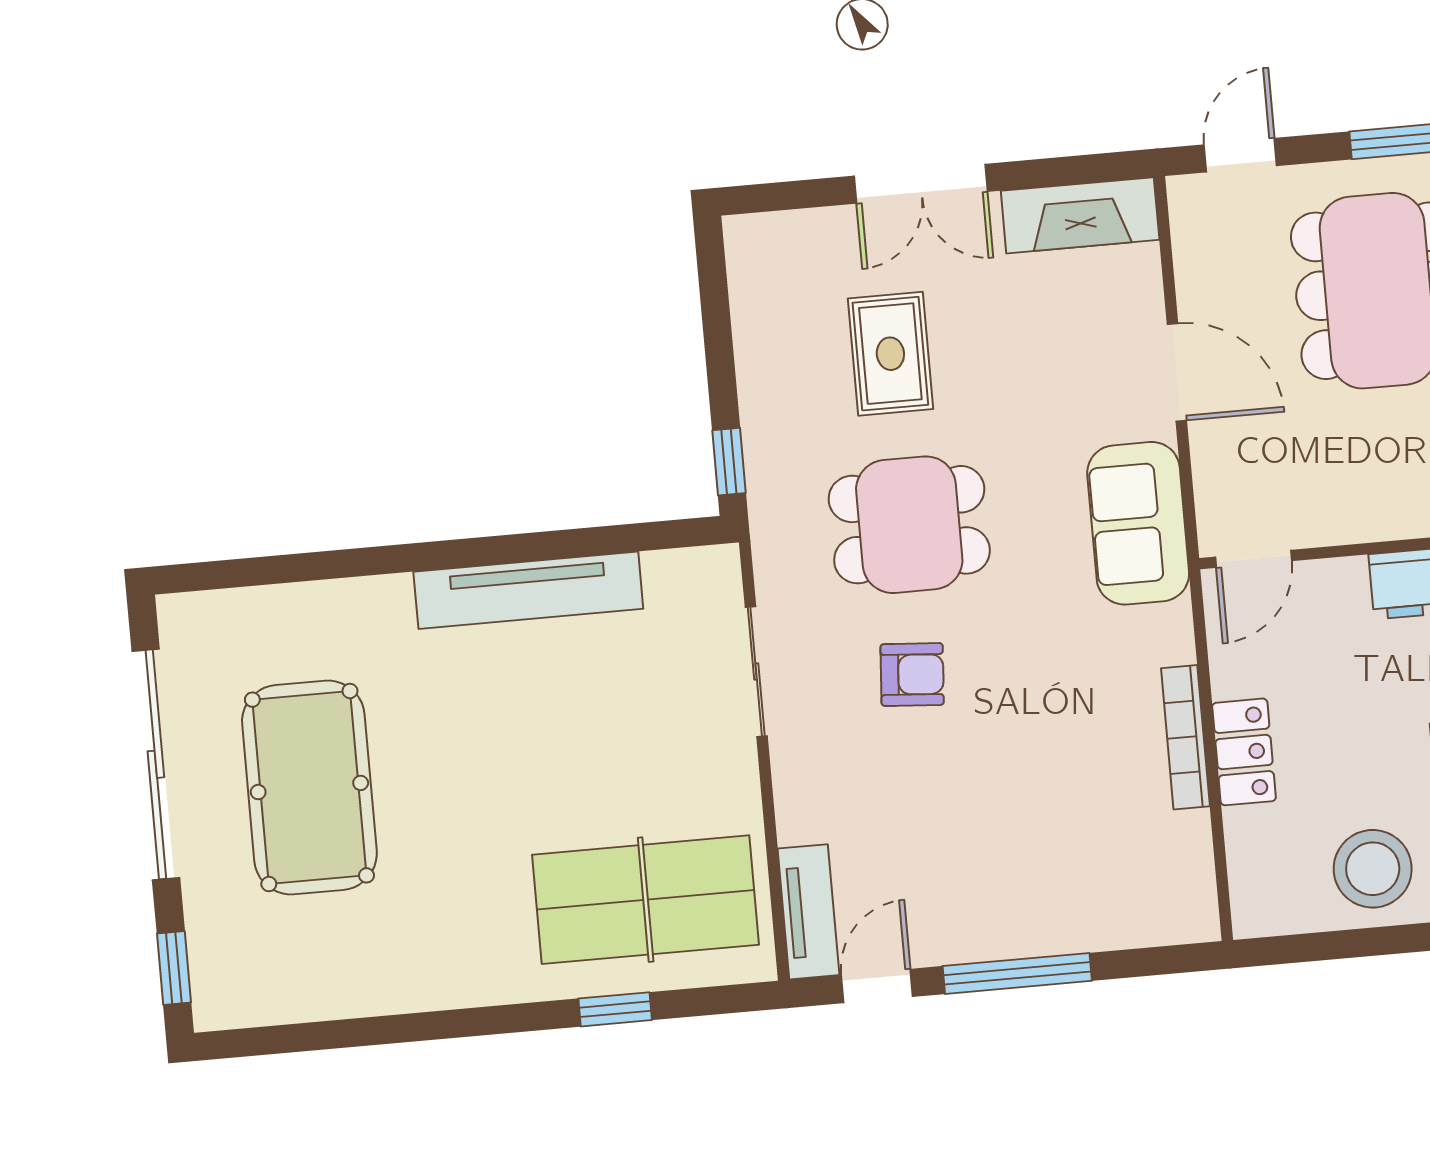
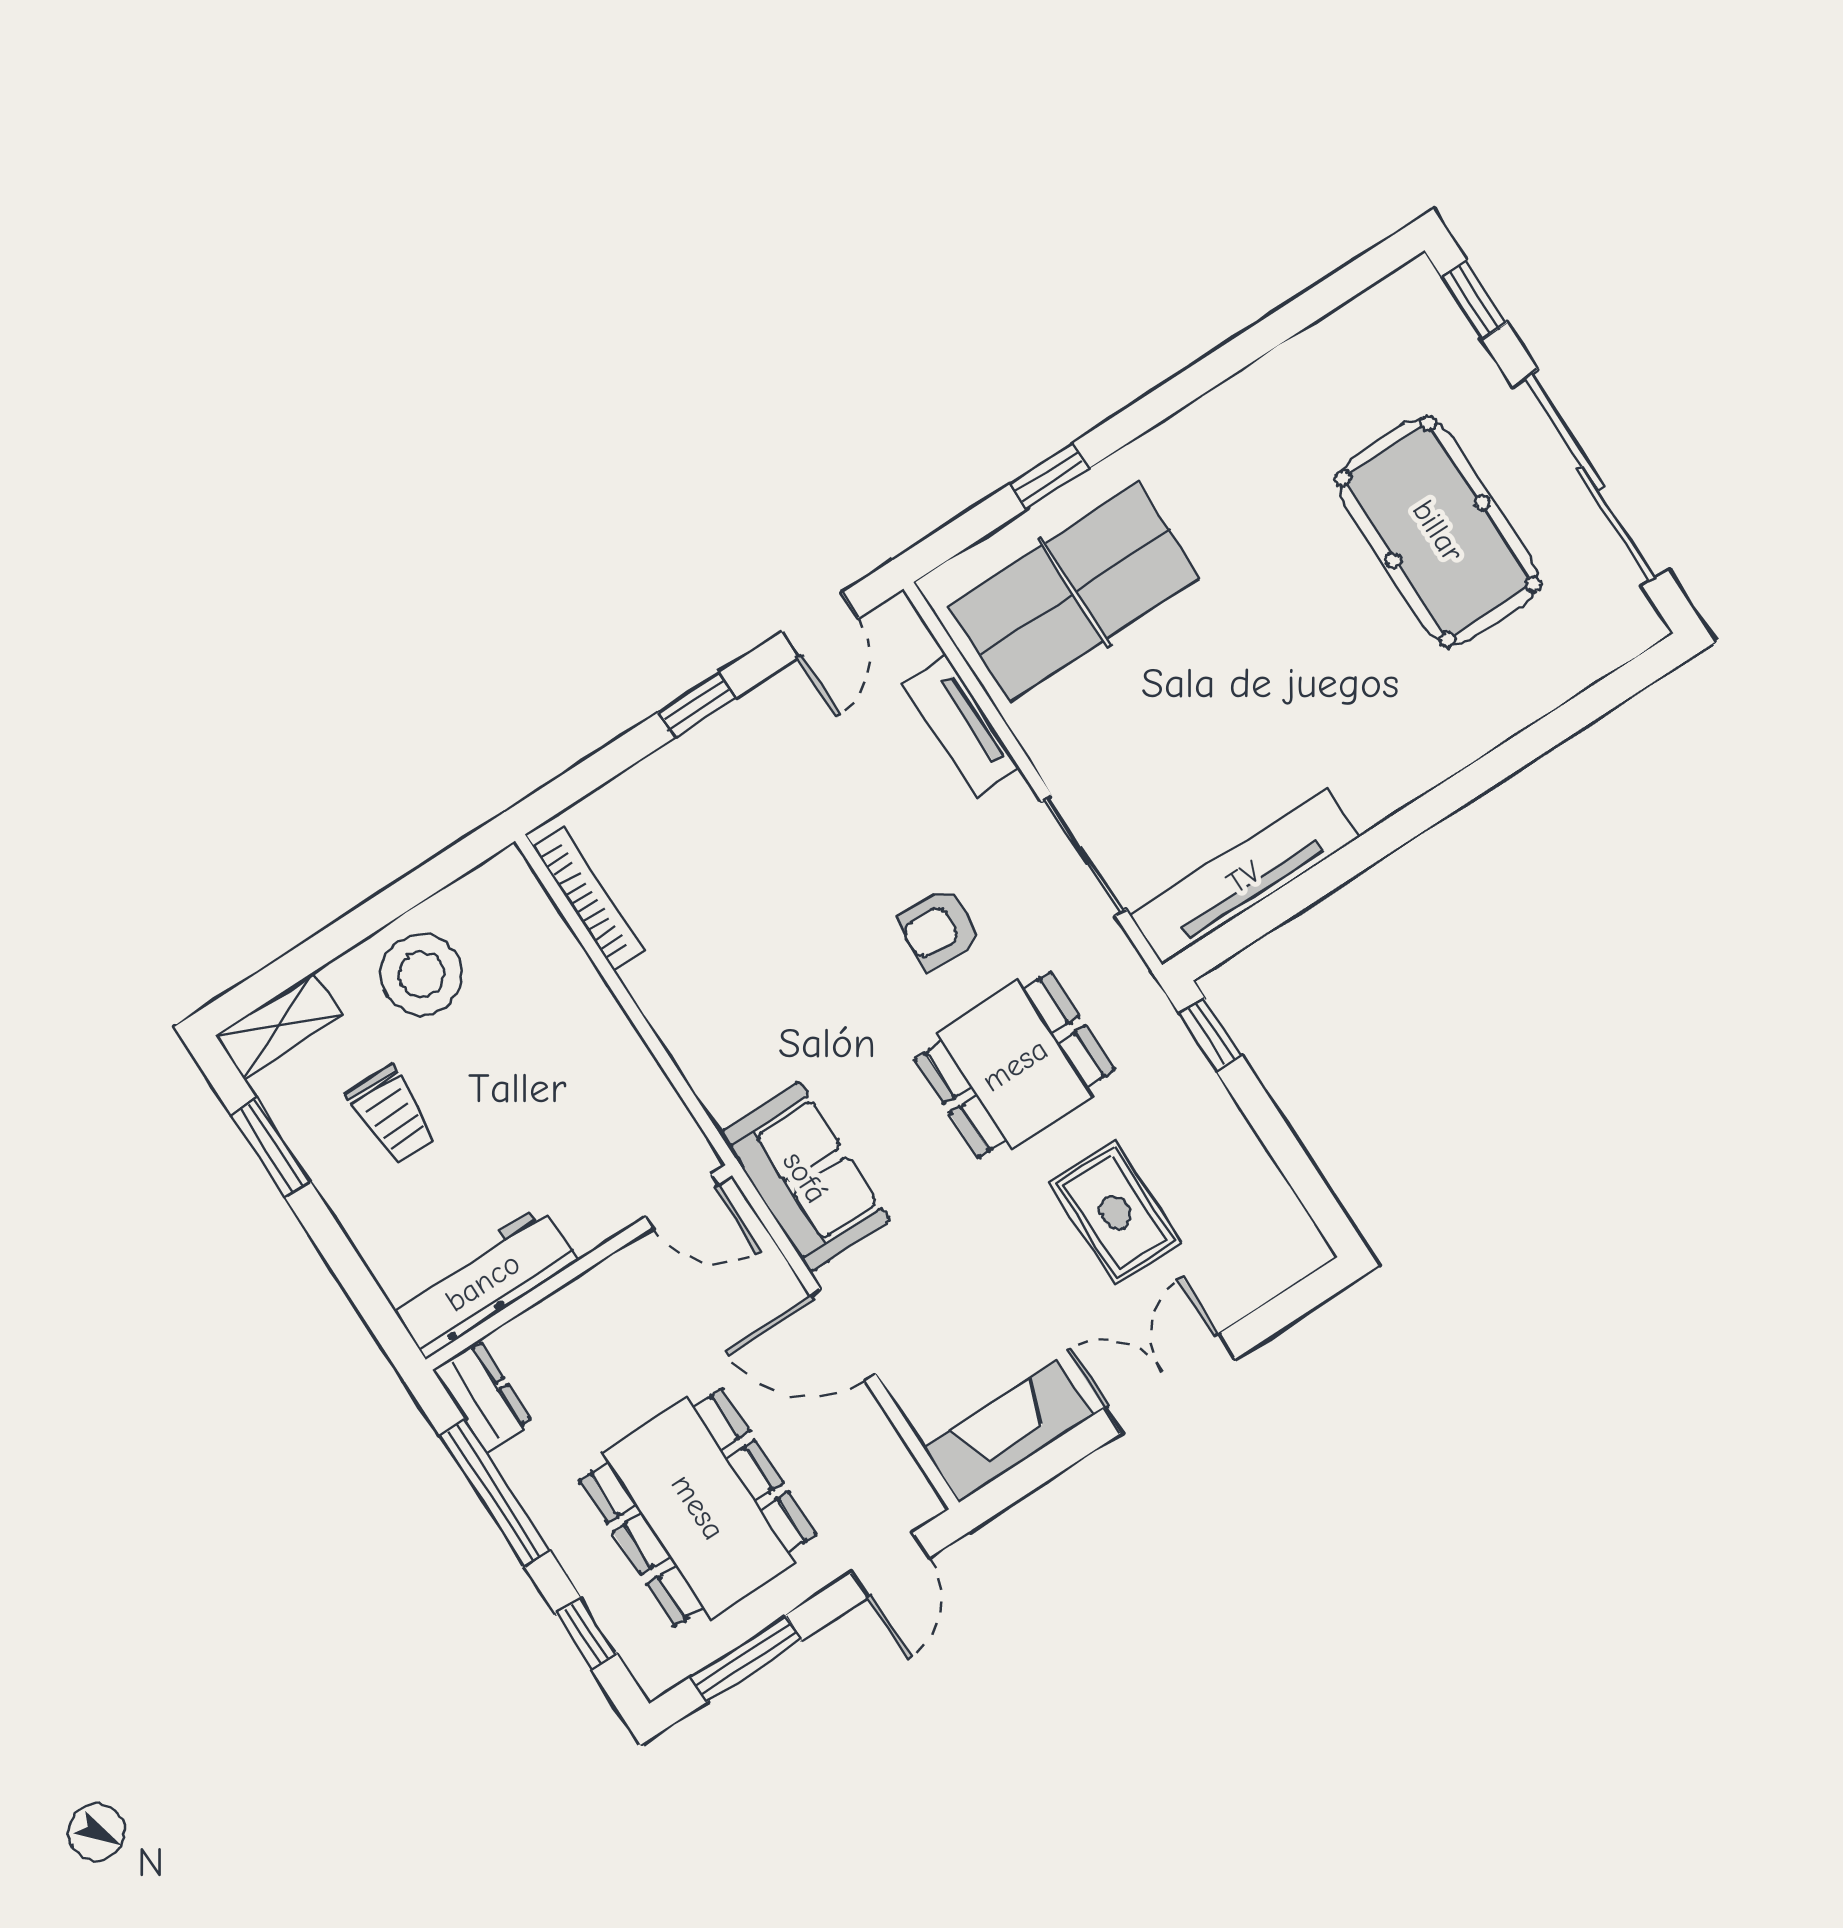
door: (1253, 559) -> (682, 1201), swing flipped
tv unit: (528, 590) -> (1244, 877), moved
bookcase: (1185, 737) -> (589, 898), moved
locker: (1244, 752) -> (596, 1019), removed
tv unit: (809, 912) -> (961, 726), moved
window: (1017, 973) -> (697, 705), width x0.46

